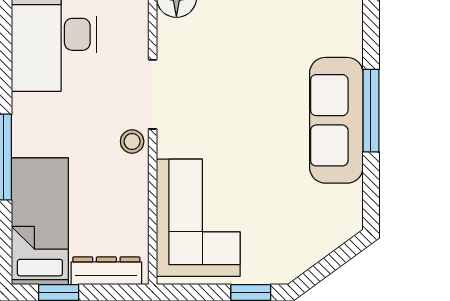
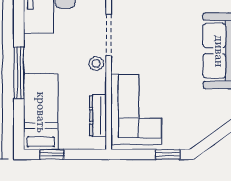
dresser: (106, 271) -> (98, 116), moved, turned -90

